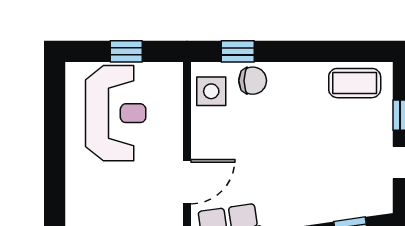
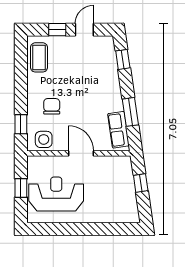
chair: (253, 81) -> (52, 106), moved
door: (187, 182) -> (81, 153), moved

